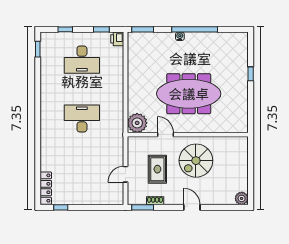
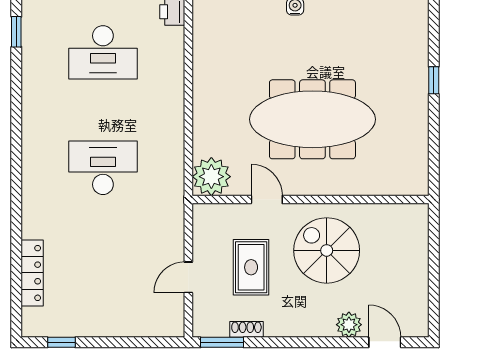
spiral stairs: (196, 161) -> (327, 250), turned 90
locker: (46, 188) -> (32, 273), moved
plant: (242, 198) -> (349, 325), moved
door: (192, 207) -> (385, 342), moved

